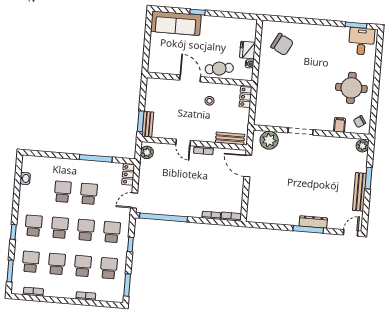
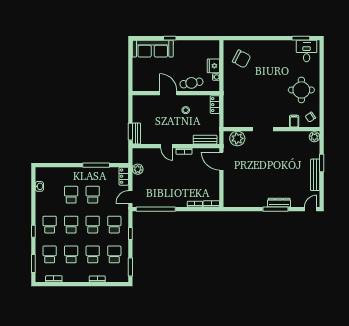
plant: (147, 152) -> (138, 169), moved

